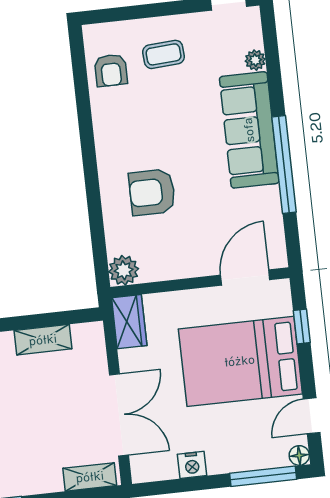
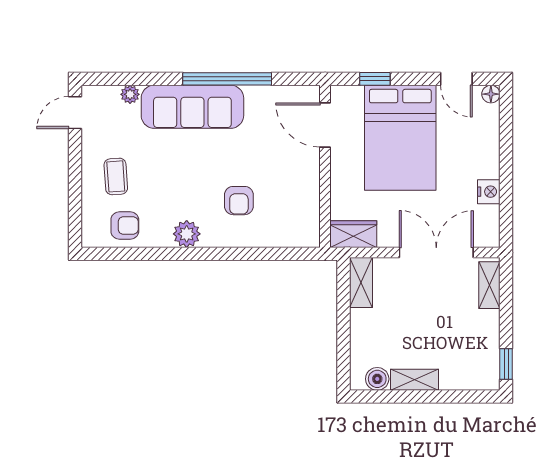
armchair: (152, 192) -> (239, 201), width x0.72, depth x0.72
plant: (124, 270) -> (187, 234), moved
shelving: (43, 340) -> (361, 283), moved
window: (263, 476) -> (506, 129), removed

